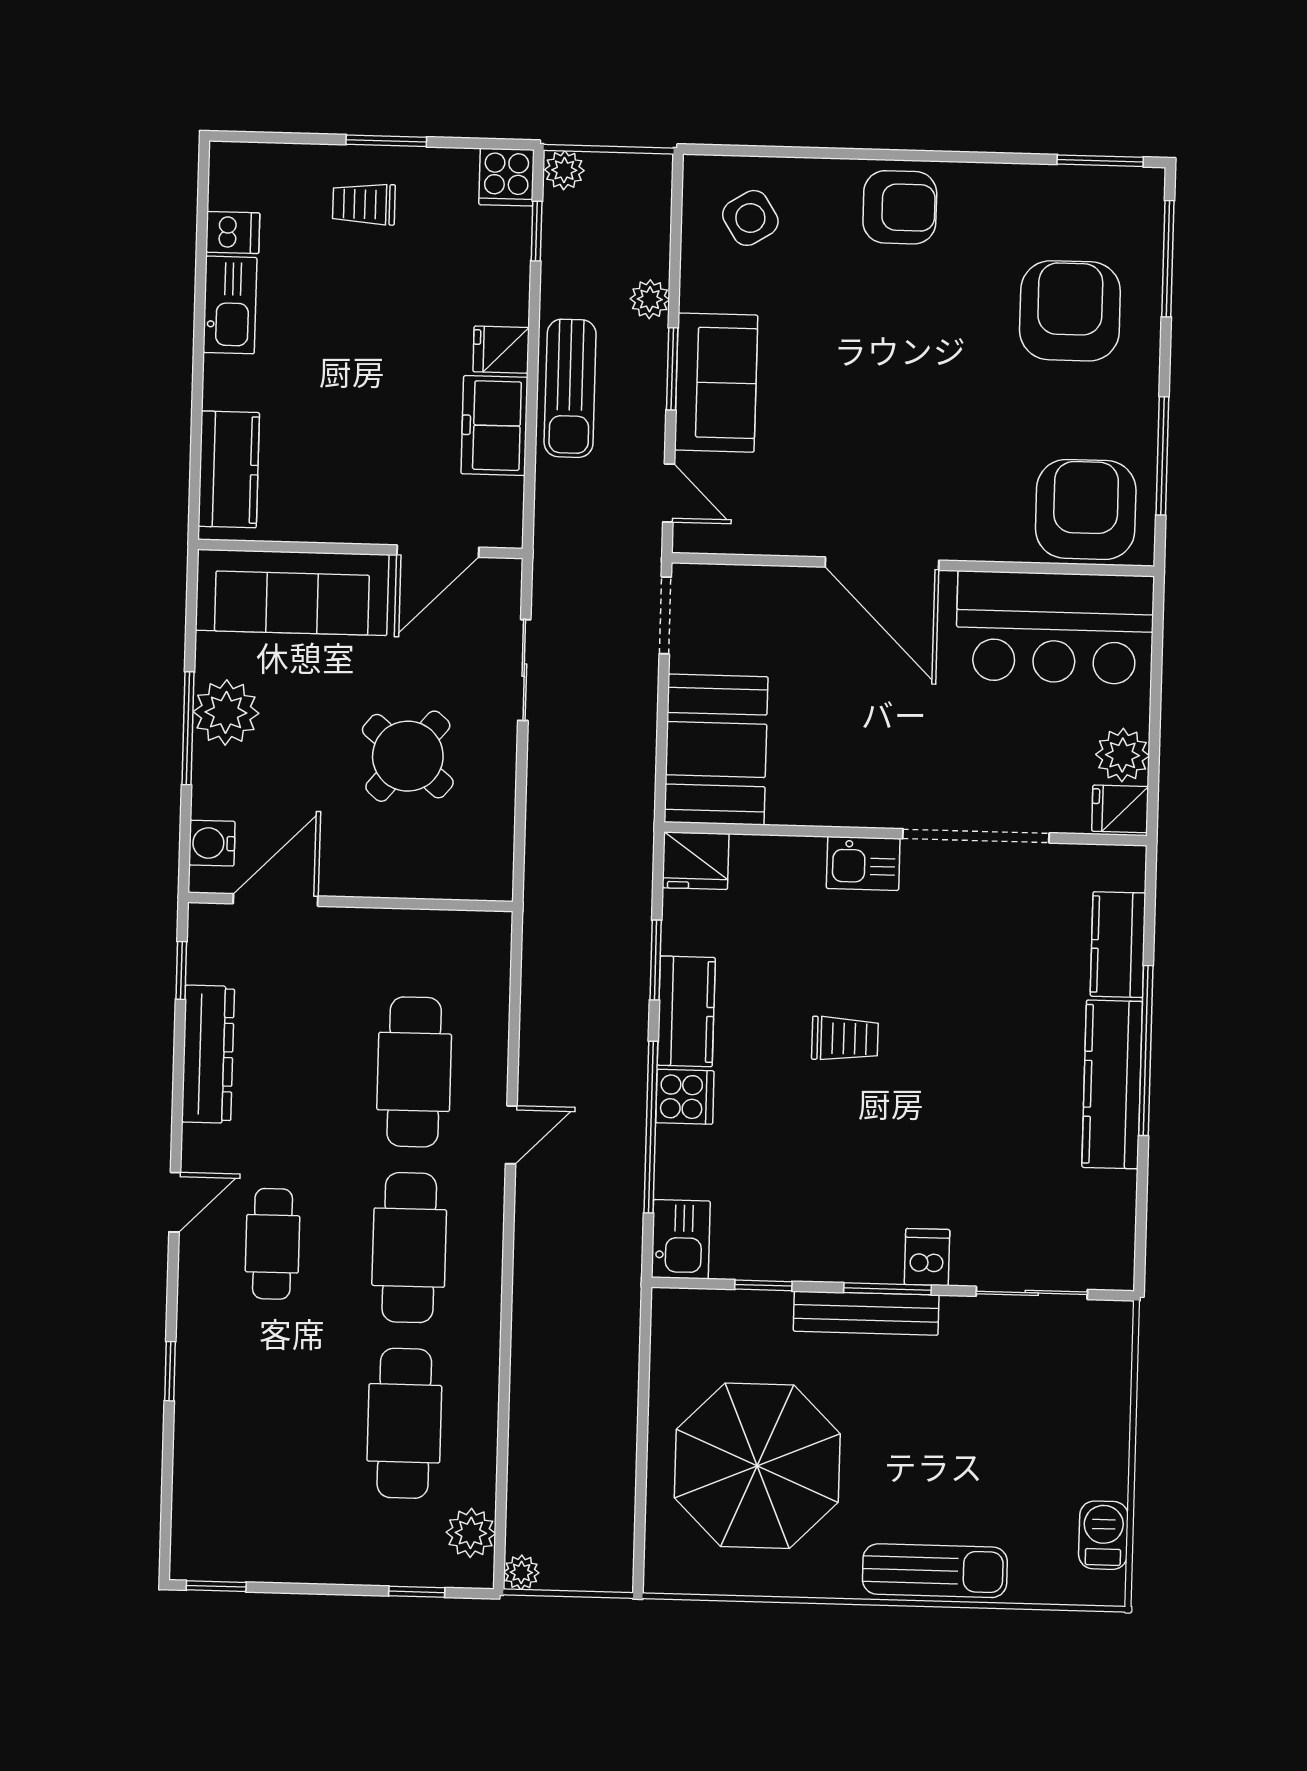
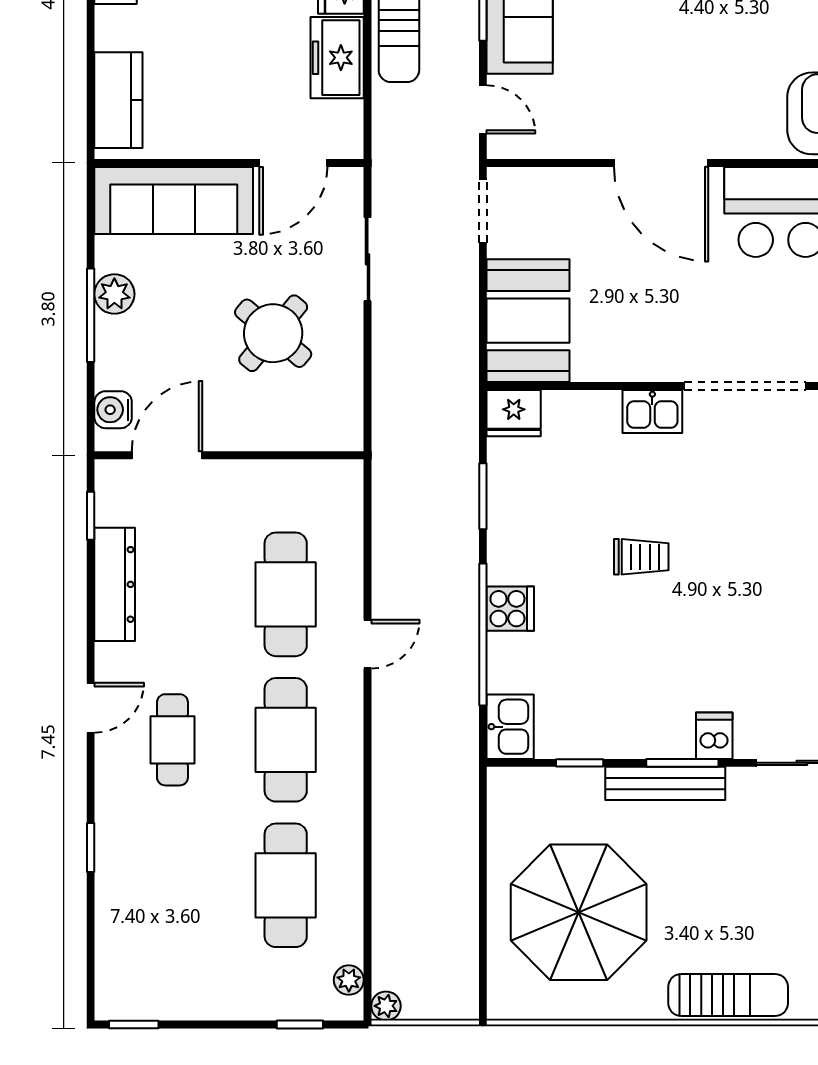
plant: (226, 712) -> (114, 294), width x0.73, depth x0.73
kitchen counter: (686, 1011) -> (509, 538), removed
plant: (471, 1533) -> (349, 980), width x0.73, depth x0.73

